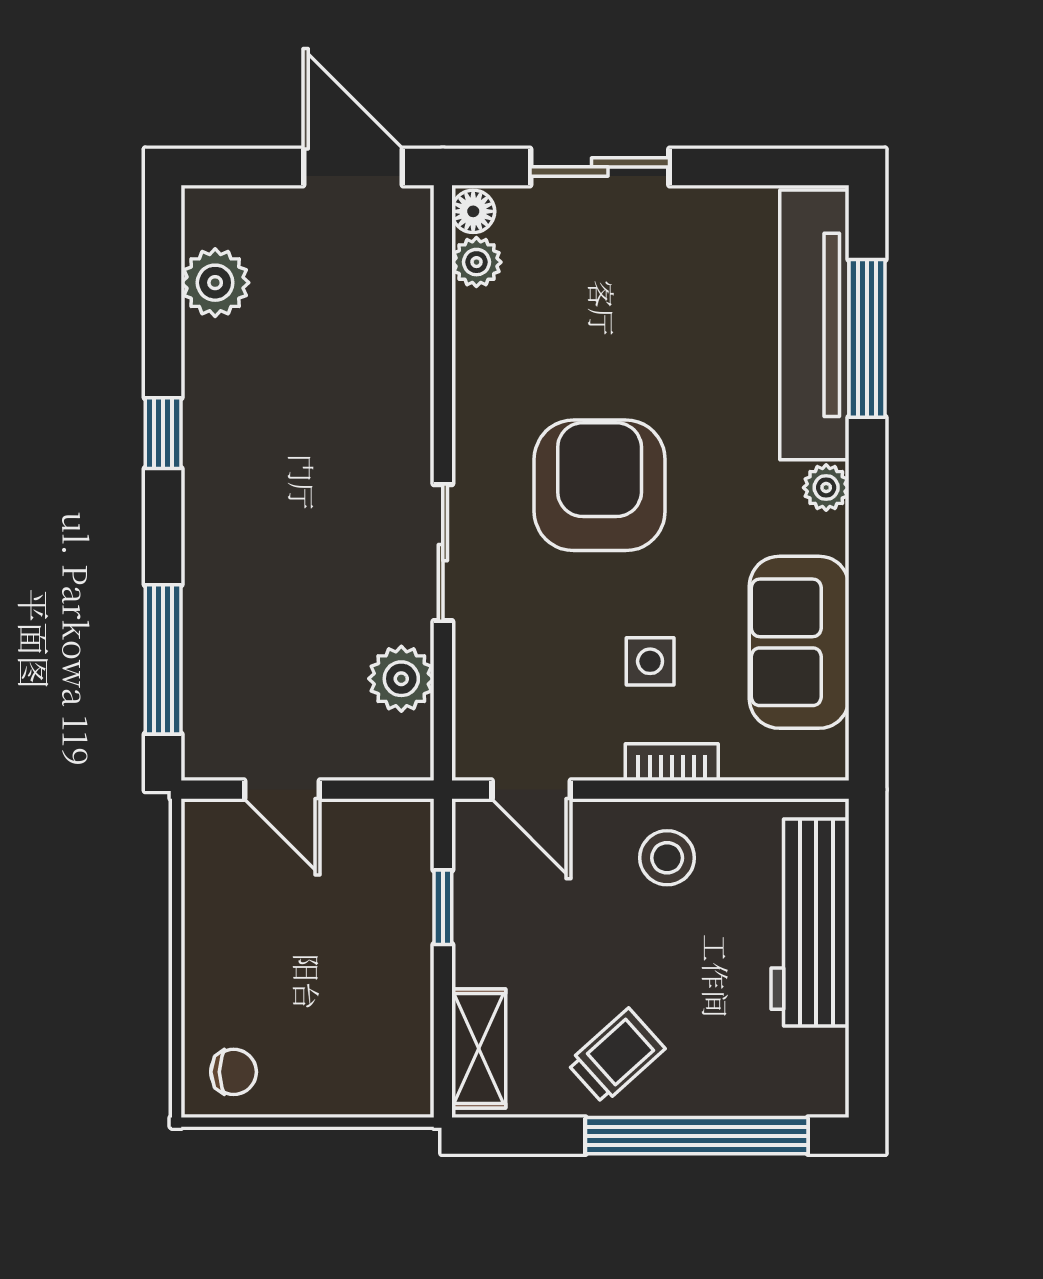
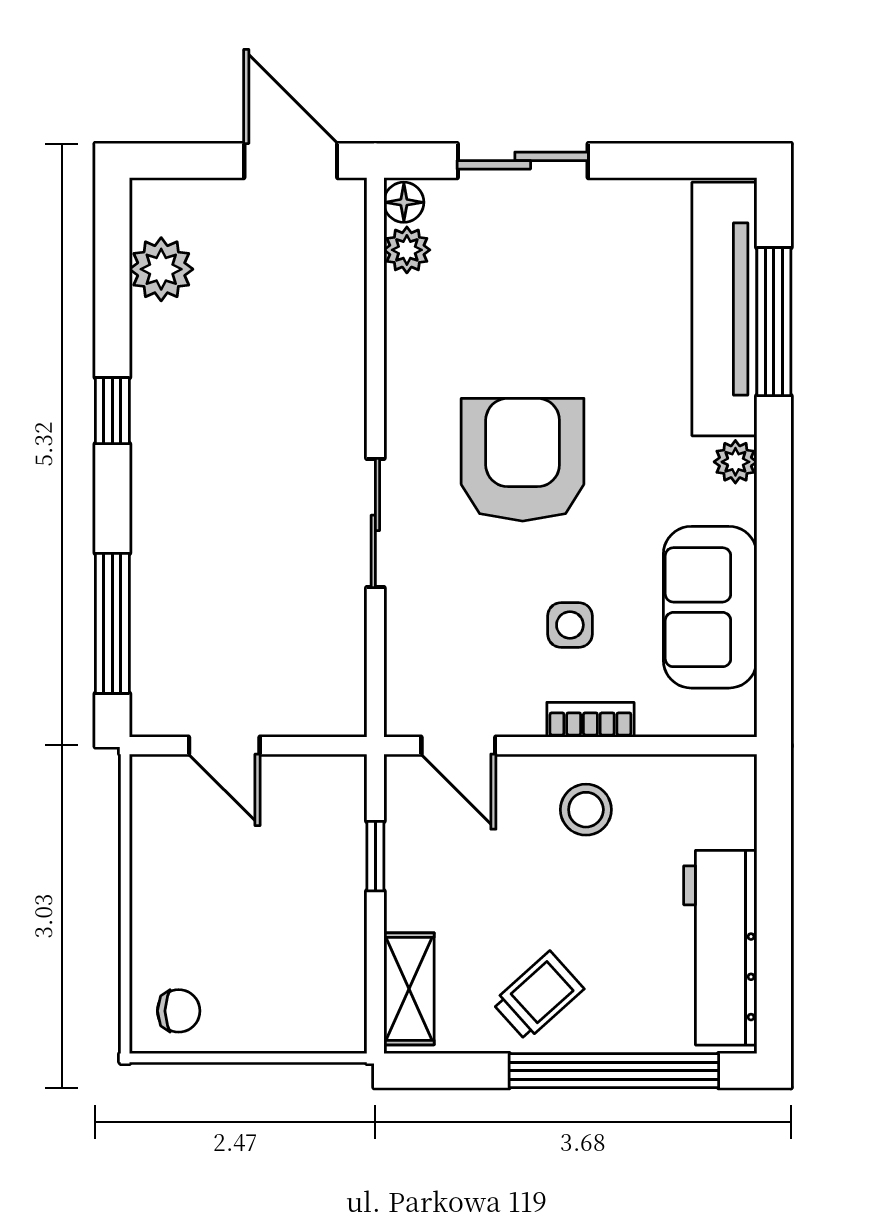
plant: (401, 679) -> (336, 641), removed
workbench: (810, 922) -> (720, 948), moved

